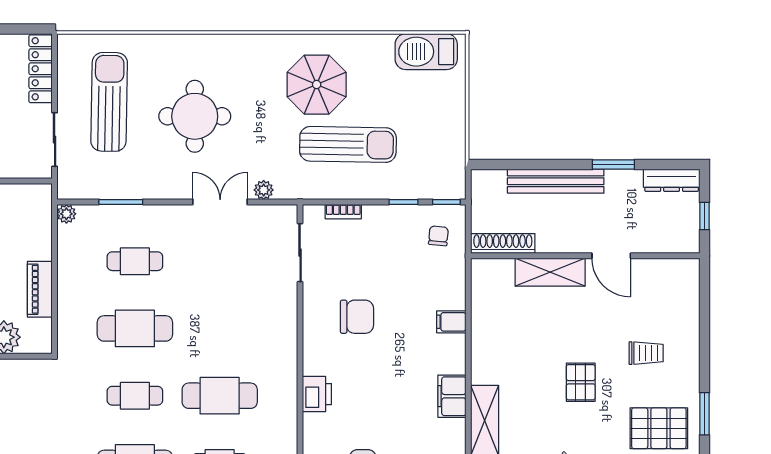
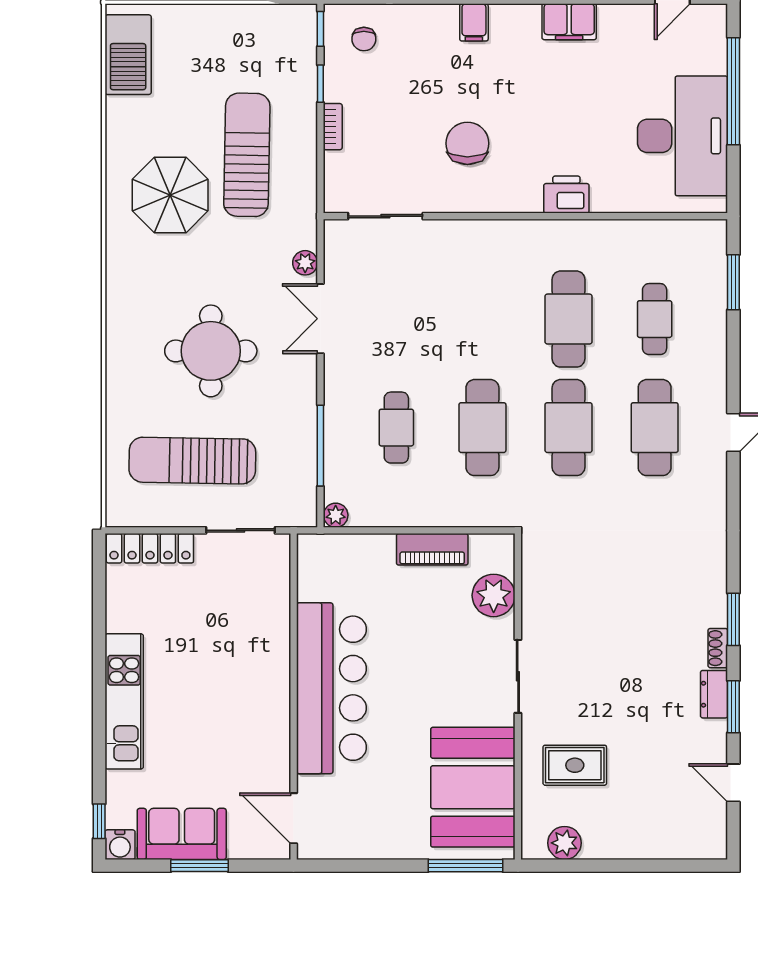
window: (121, 202) -> (320, 446), width x1.44
bookcase: (343, 212) -> (333, 127), moved
chair: (438, 236) -> (364, 39), turned -95
cafe table: (135, 396) -> (569, 428), width x1.37, depth x1.35

